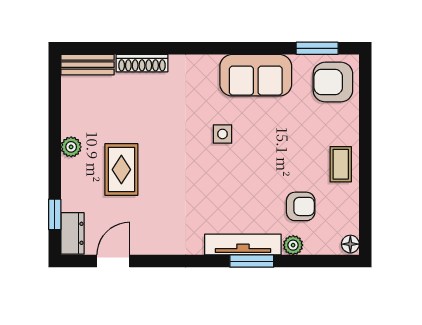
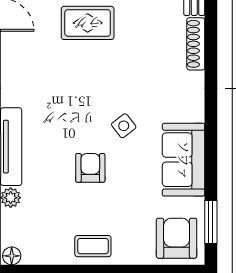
side table: (223, 134) -> (124, 126), turned -38
armchair: (301, 206) -> (90, 168), moved, turned 180

